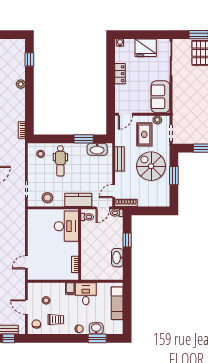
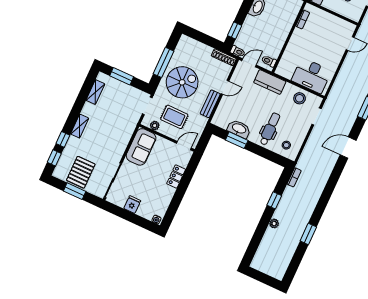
fridge: (146, 48) -> (132, 205), width x0.53, depth x0.75
window: (29, 59) -> (274, 200), moved
locker: (120, 74) -> (176, 177), moved
rug: (144, 134) -> (174, 117), turned 90
washbasin: (97, 149) -> (239, 129), moved
spiral stairs: (151, 166) -> (182, 82), turned -90
window: (174, 176) -> (164, 62), width x1.44
door: (114, 191) -> (225, 87), moved
desk: (66, 226) -> (311, 76), moved, turned -90
window: (127, 240) -> (235, 31), moved

